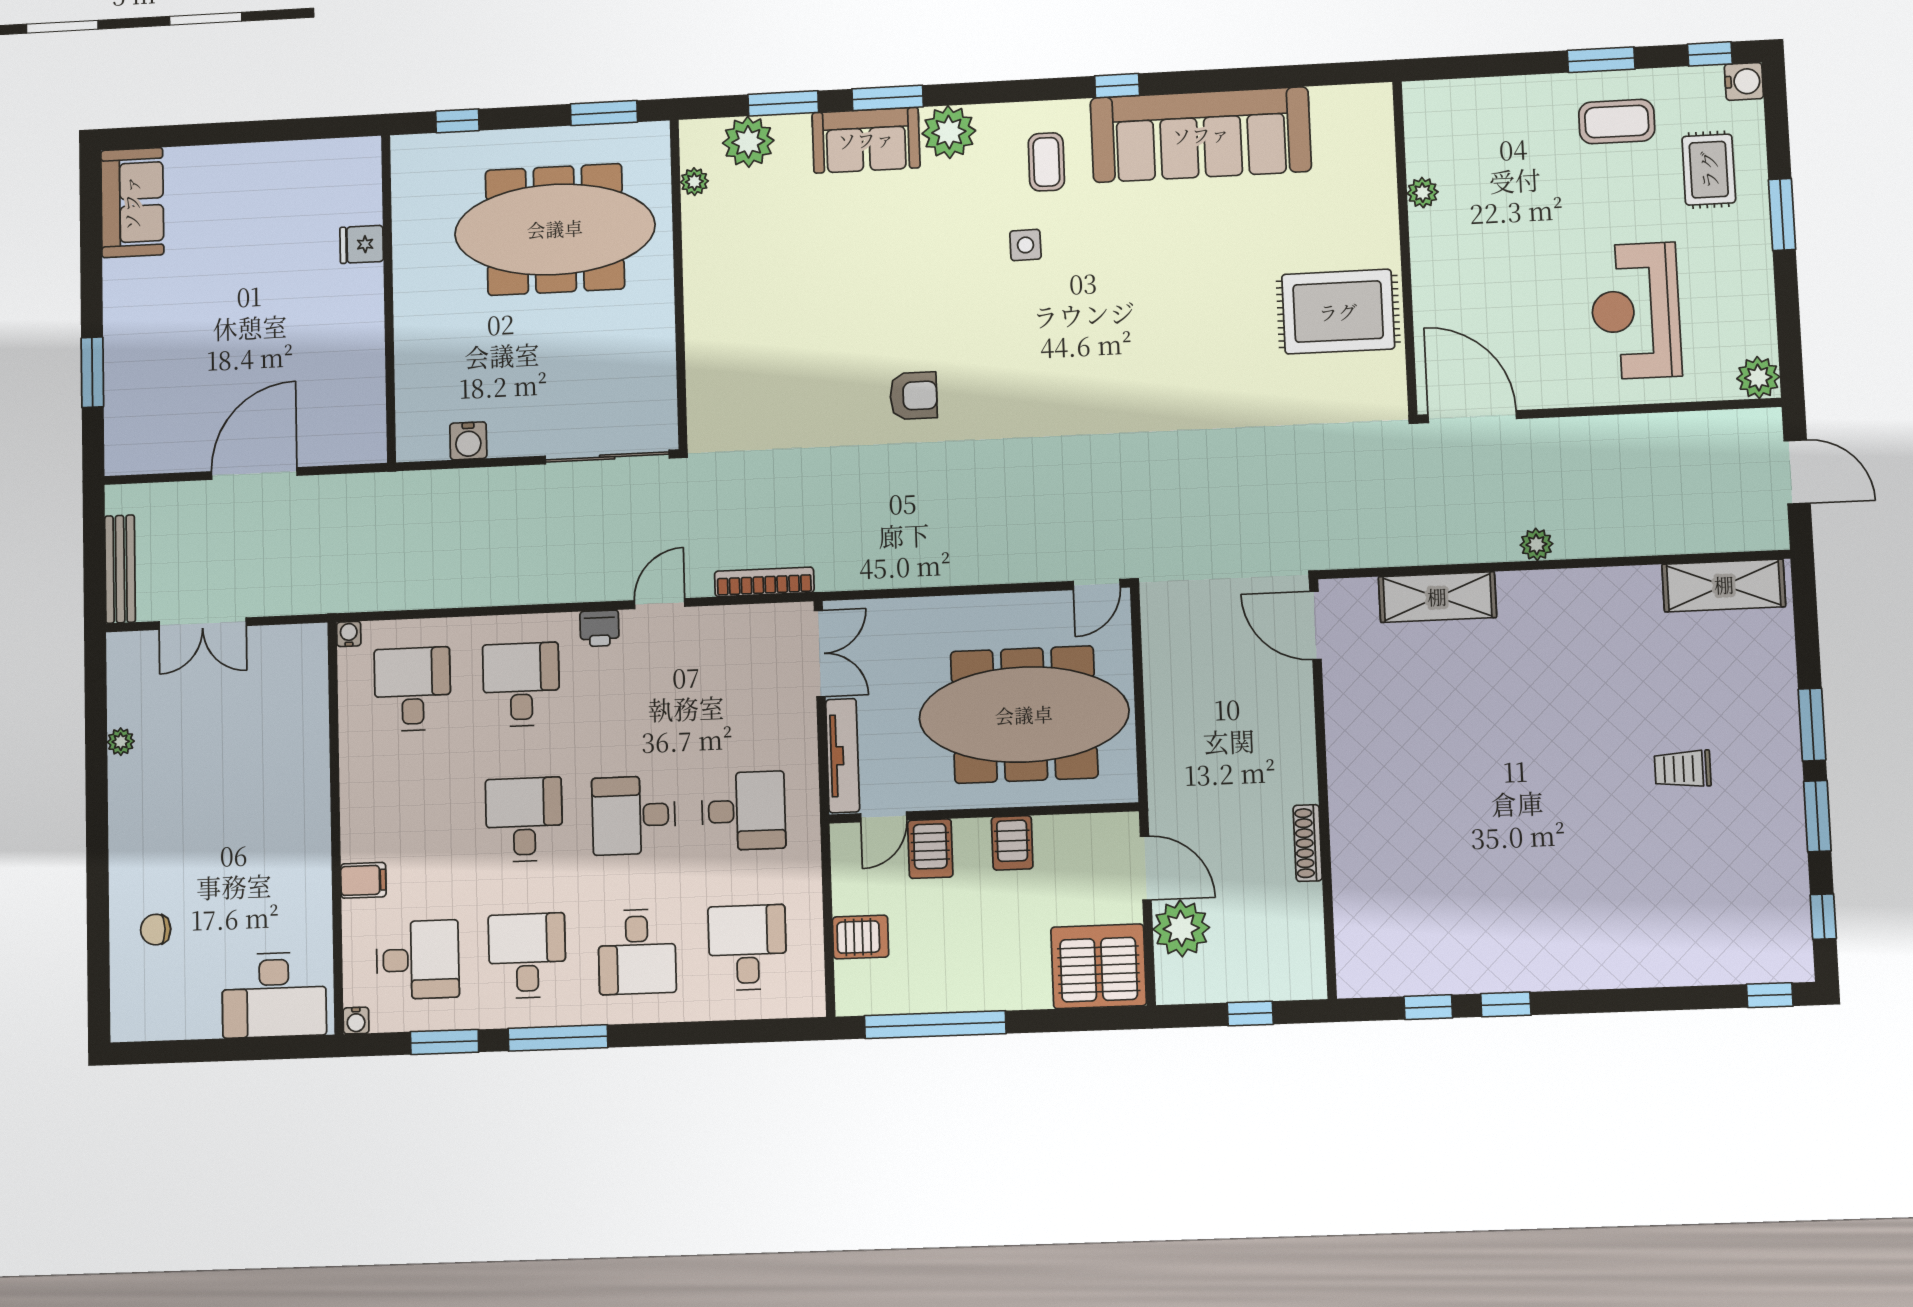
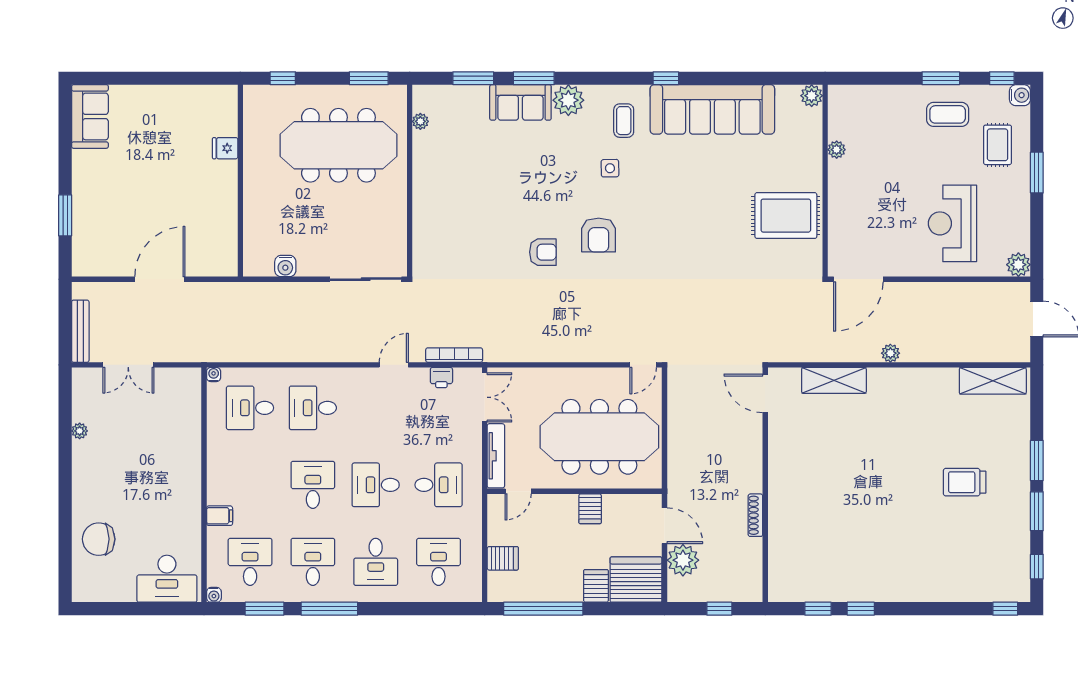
plant: (748, 142) -> (812, 96), moved, width x0.73, depth x0.73
armchair: (1010, 361) -> (599, 235), added
door: (1472, 417) -> (858, 279), swing flipped
printer: (600, 628) -> (441, 378), moved
desk: (521, 685) -> (313, 408), turned -90
desk: (413, 689) -> (250, 408), turned -90
trolley: (1683, 769) -> (965, 482), width x1.36, depth x1.39
server rack: (930, 849) -> (596, 586), moved, turned 180
chair: (156, 930) -> (99, 539), width x1.87, depth x1.87
desk: (418, 960) -> (250, 562), turned -90

